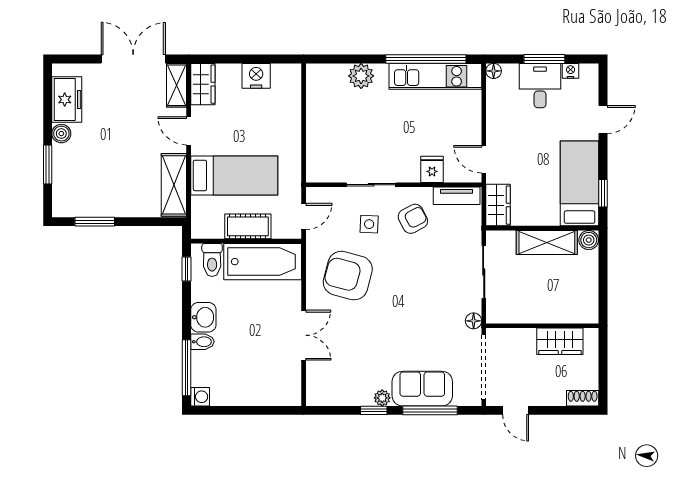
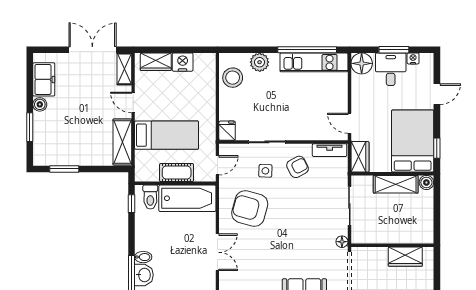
floor lamp: (494, 71) -> (362, 63), width x1.89, depth x1.89
wardrobe: (203, 84) -> (156, 62), moved, turned 90
stool: (324, 97) -> (233, 78), added
fridge: (432, 169) -> (227, 131), moved
bed: (580, 183) -> (413, 141), width x1.50
washbasin: (203, 317) -> (144, 275), moved

